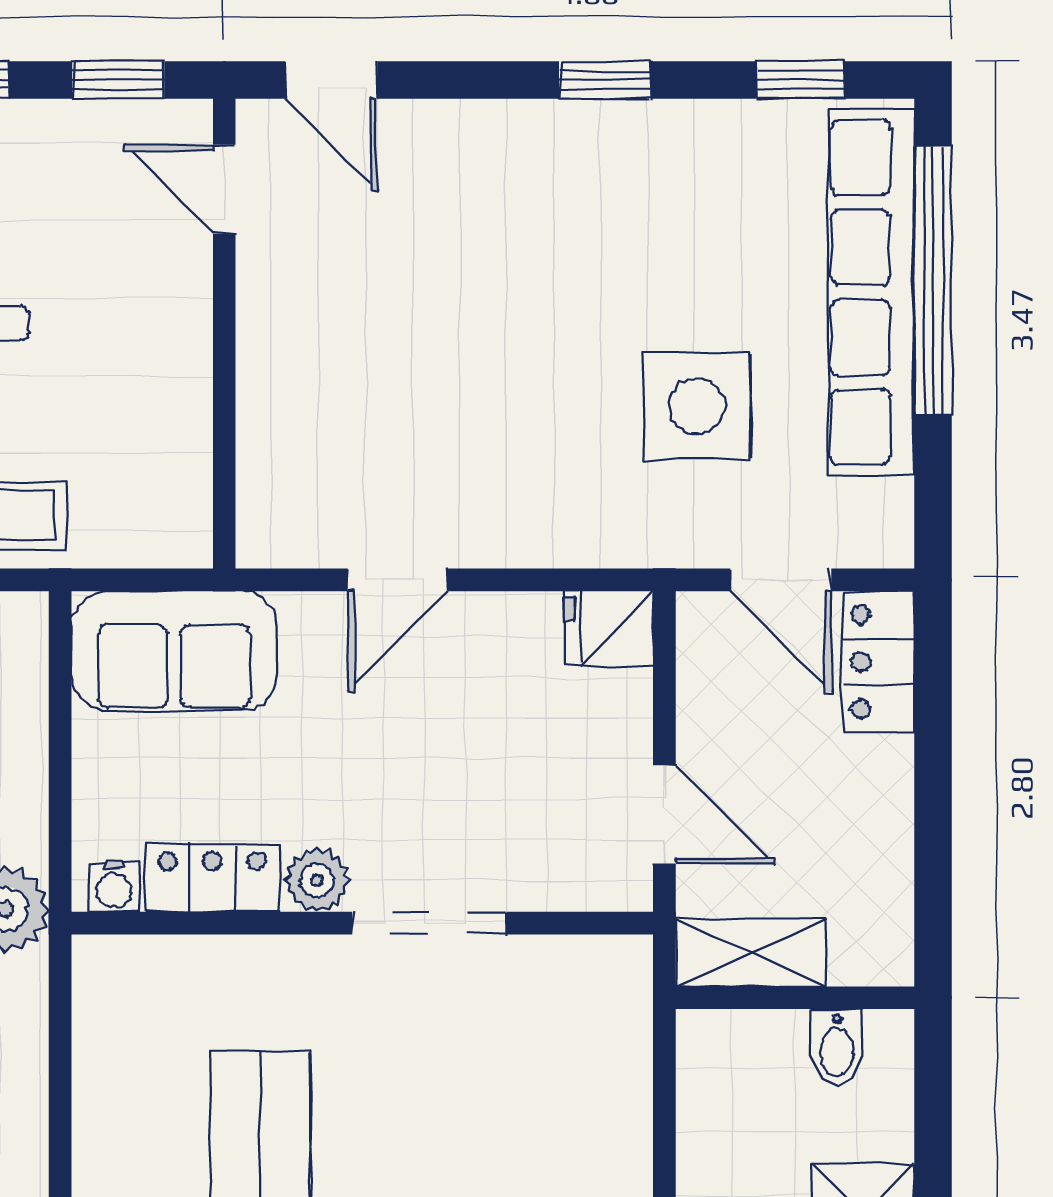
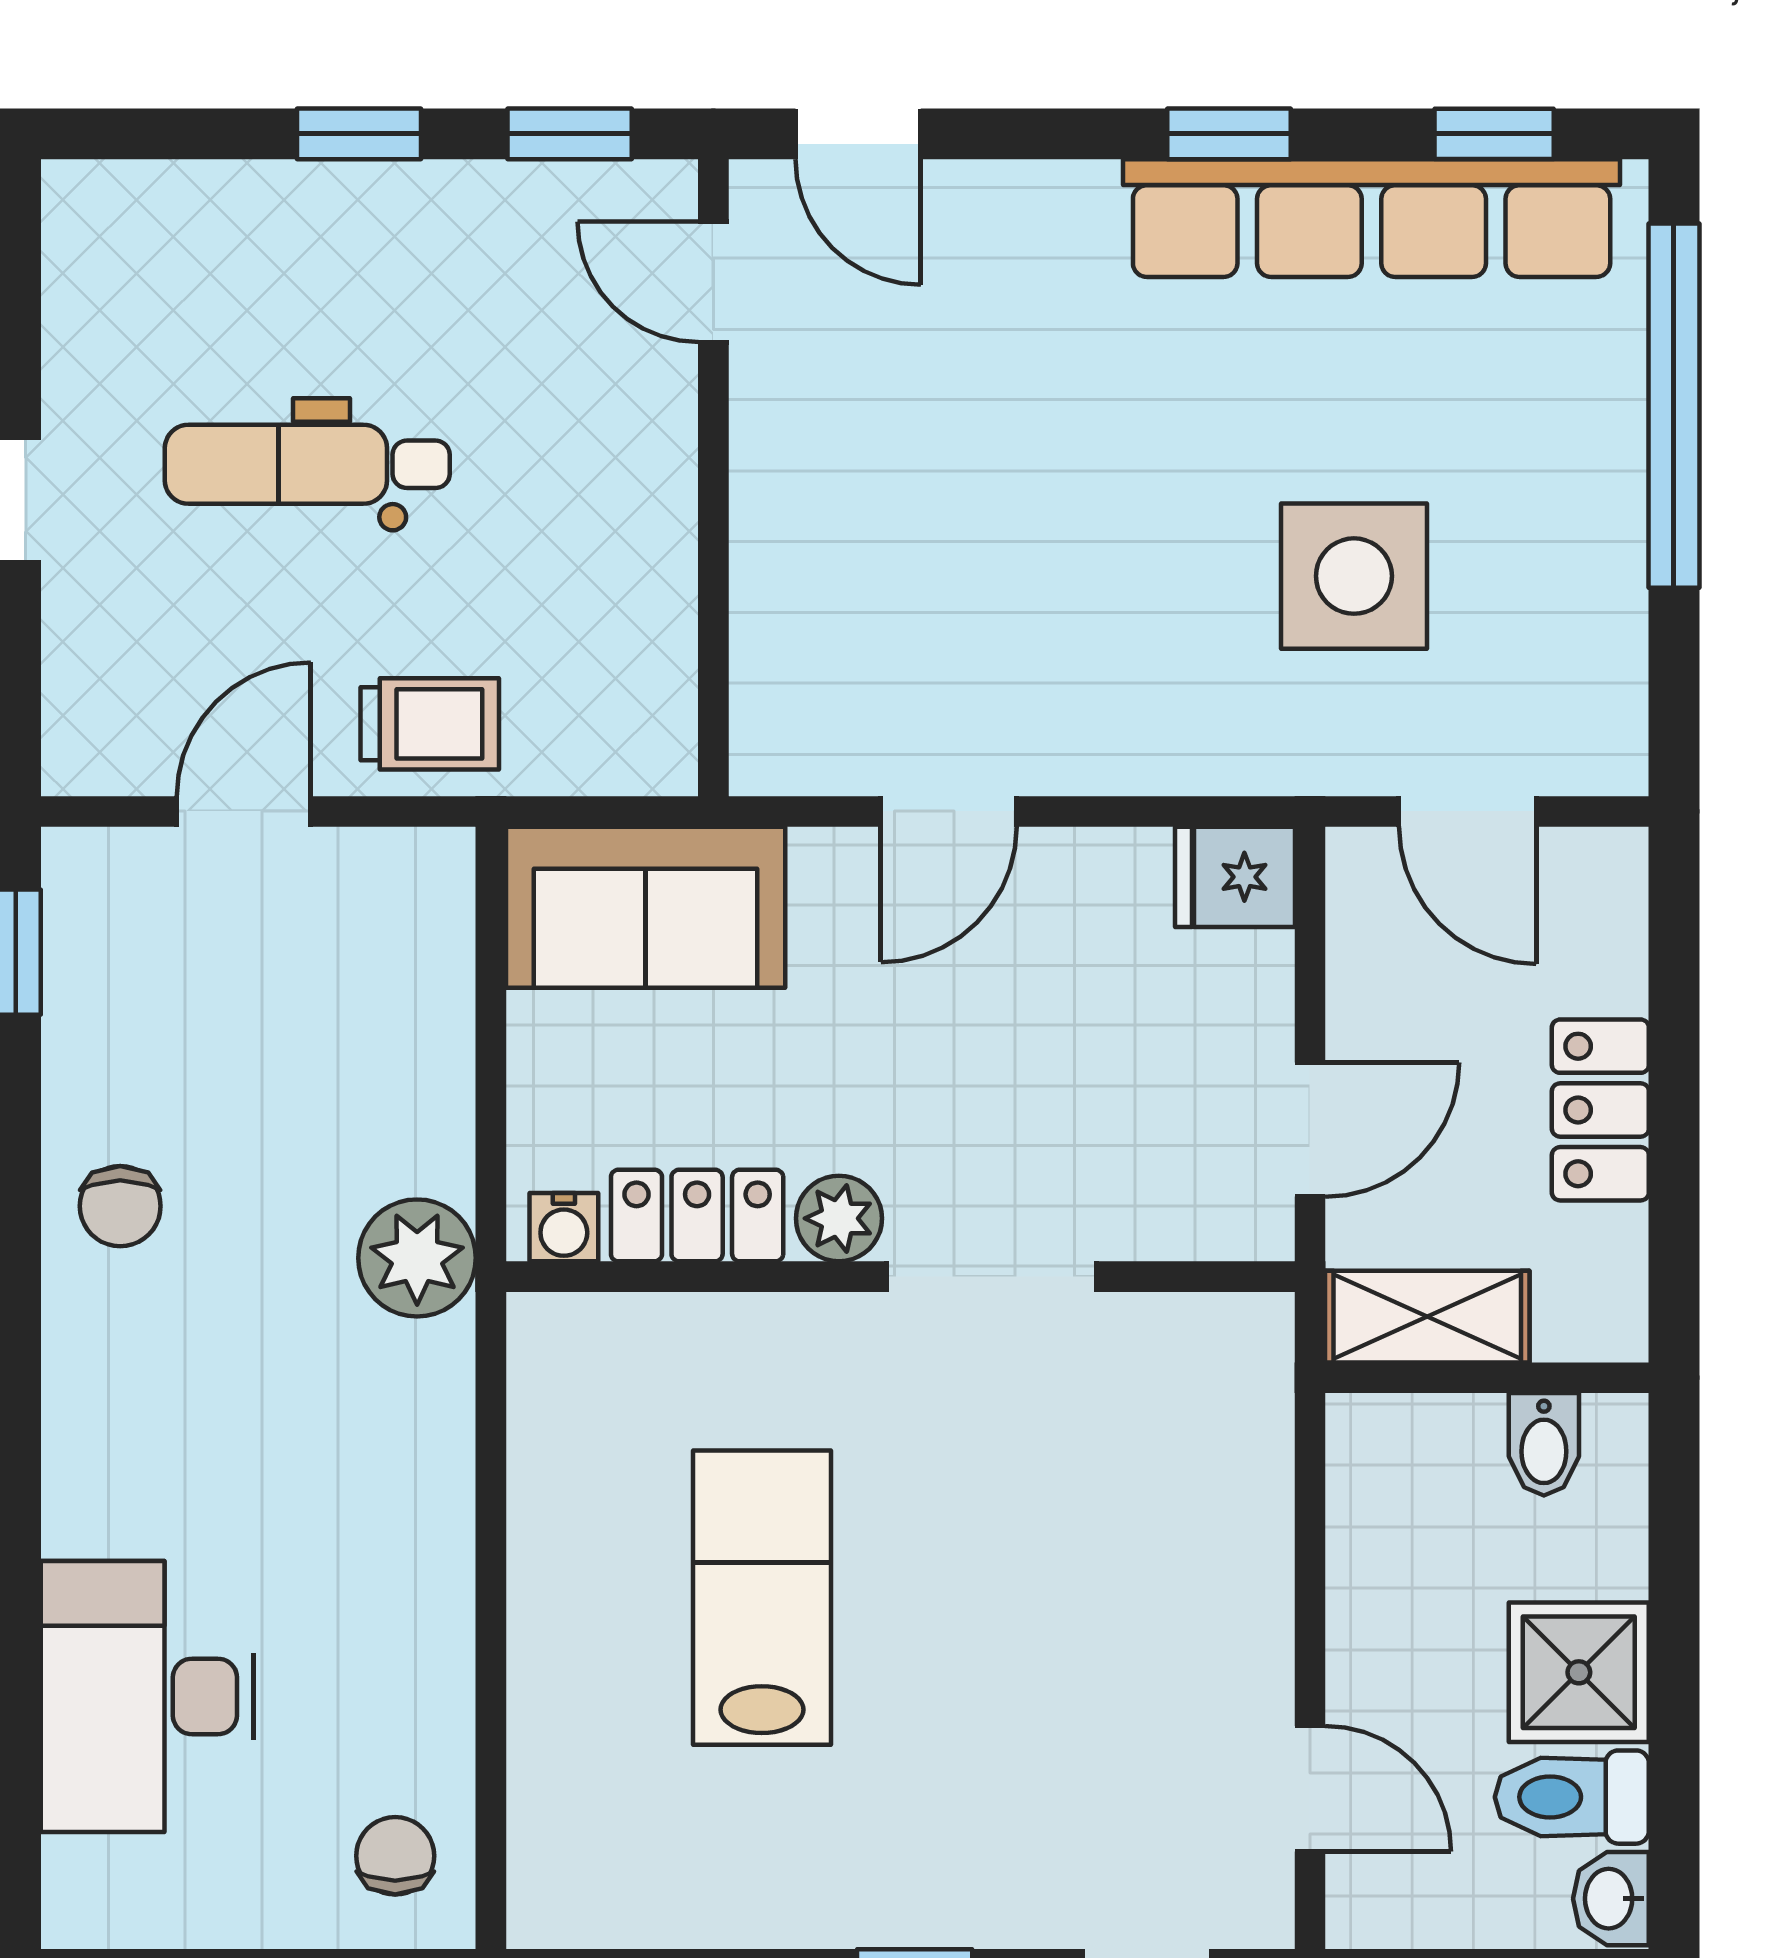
row of seats: (871, 293) -> (1372, 218), moved, turned -90
locker: (879, 662) -> (1600, 1110), moved
door: (664, 815) -> (1310, 1130), hinge flipped

